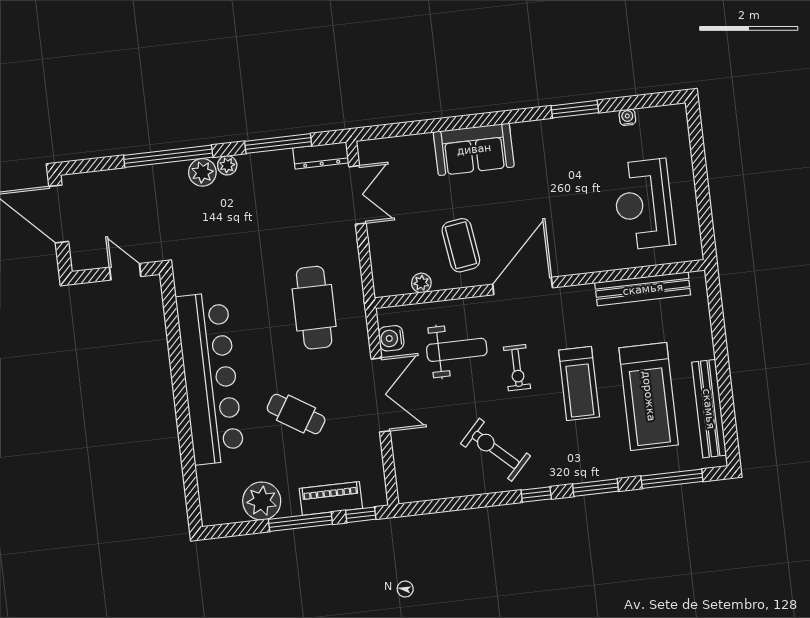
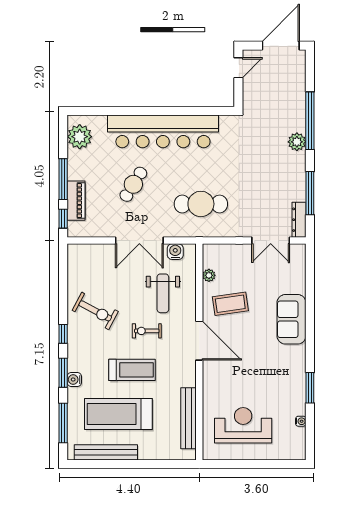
plant: (227, 165) -> (300, 158), removed
door: (125, 272) -> (238, 68), moved
treadmill: (579, 384) -> (132, 370), turned 180
exercise bike: (496, 450) -> (95, 311), turned 75
water cooler: (604, 470) -> (74, 380), added
plant: (262, 501) -> (80, 137), moved

